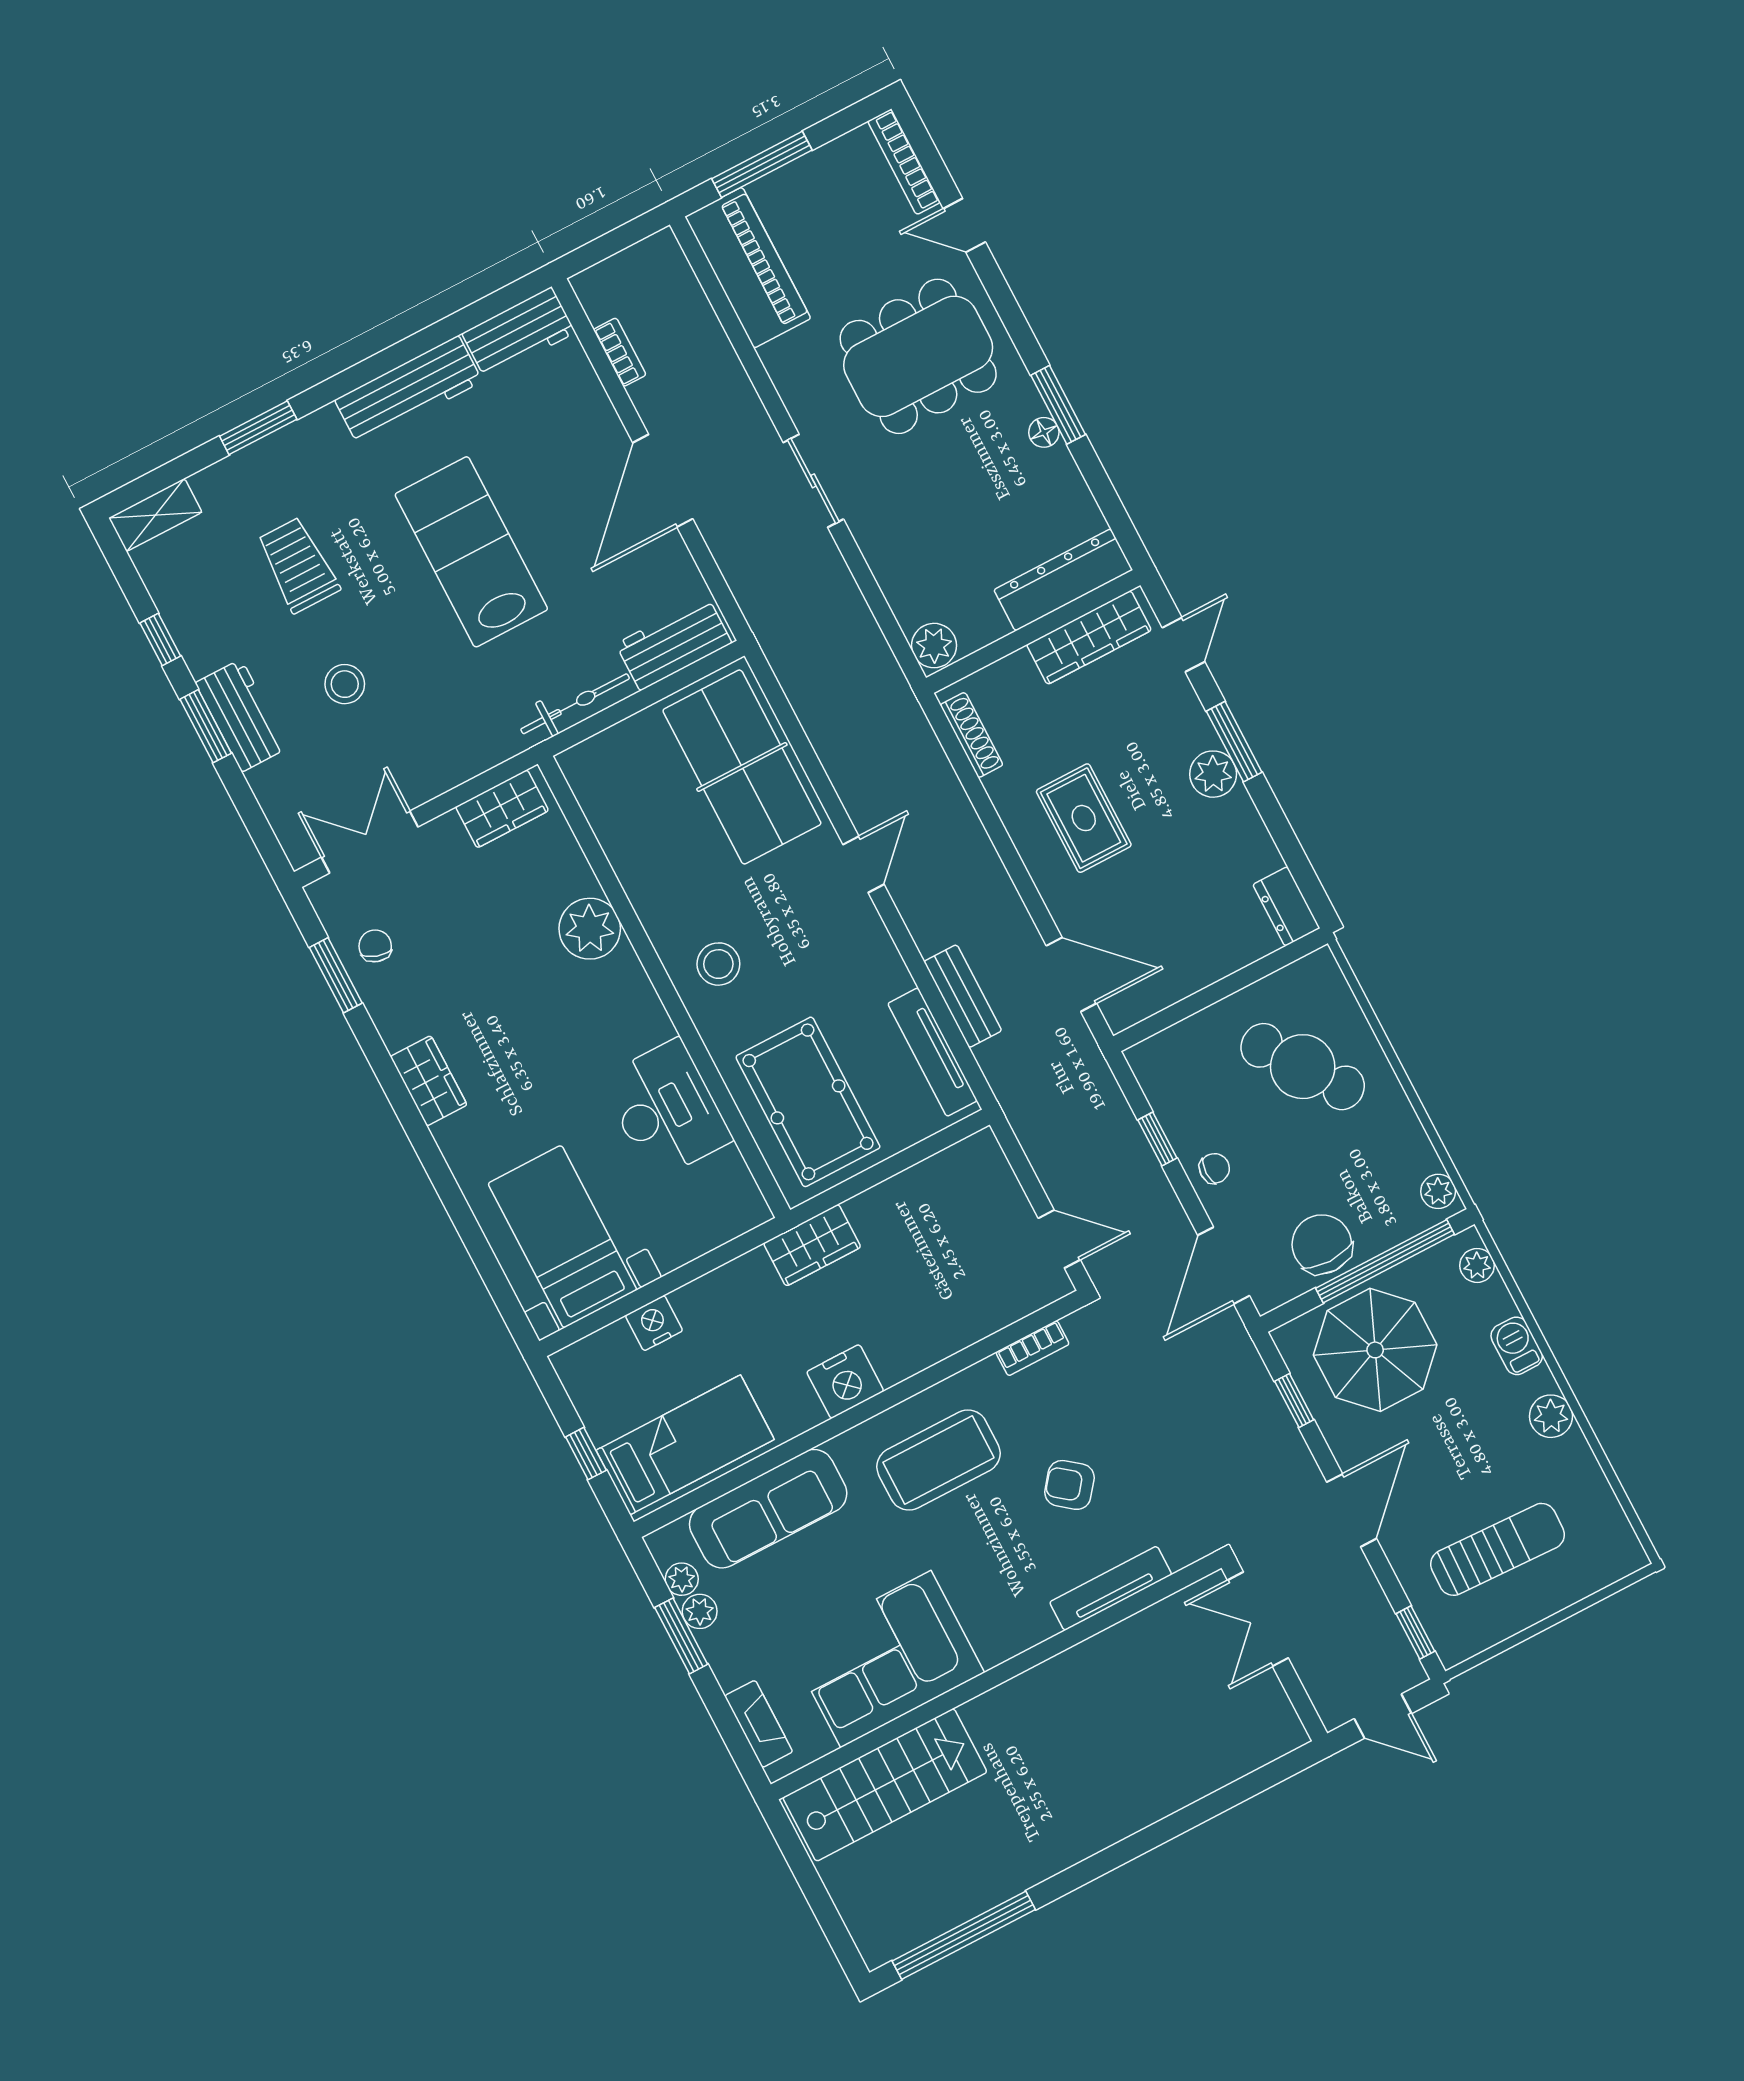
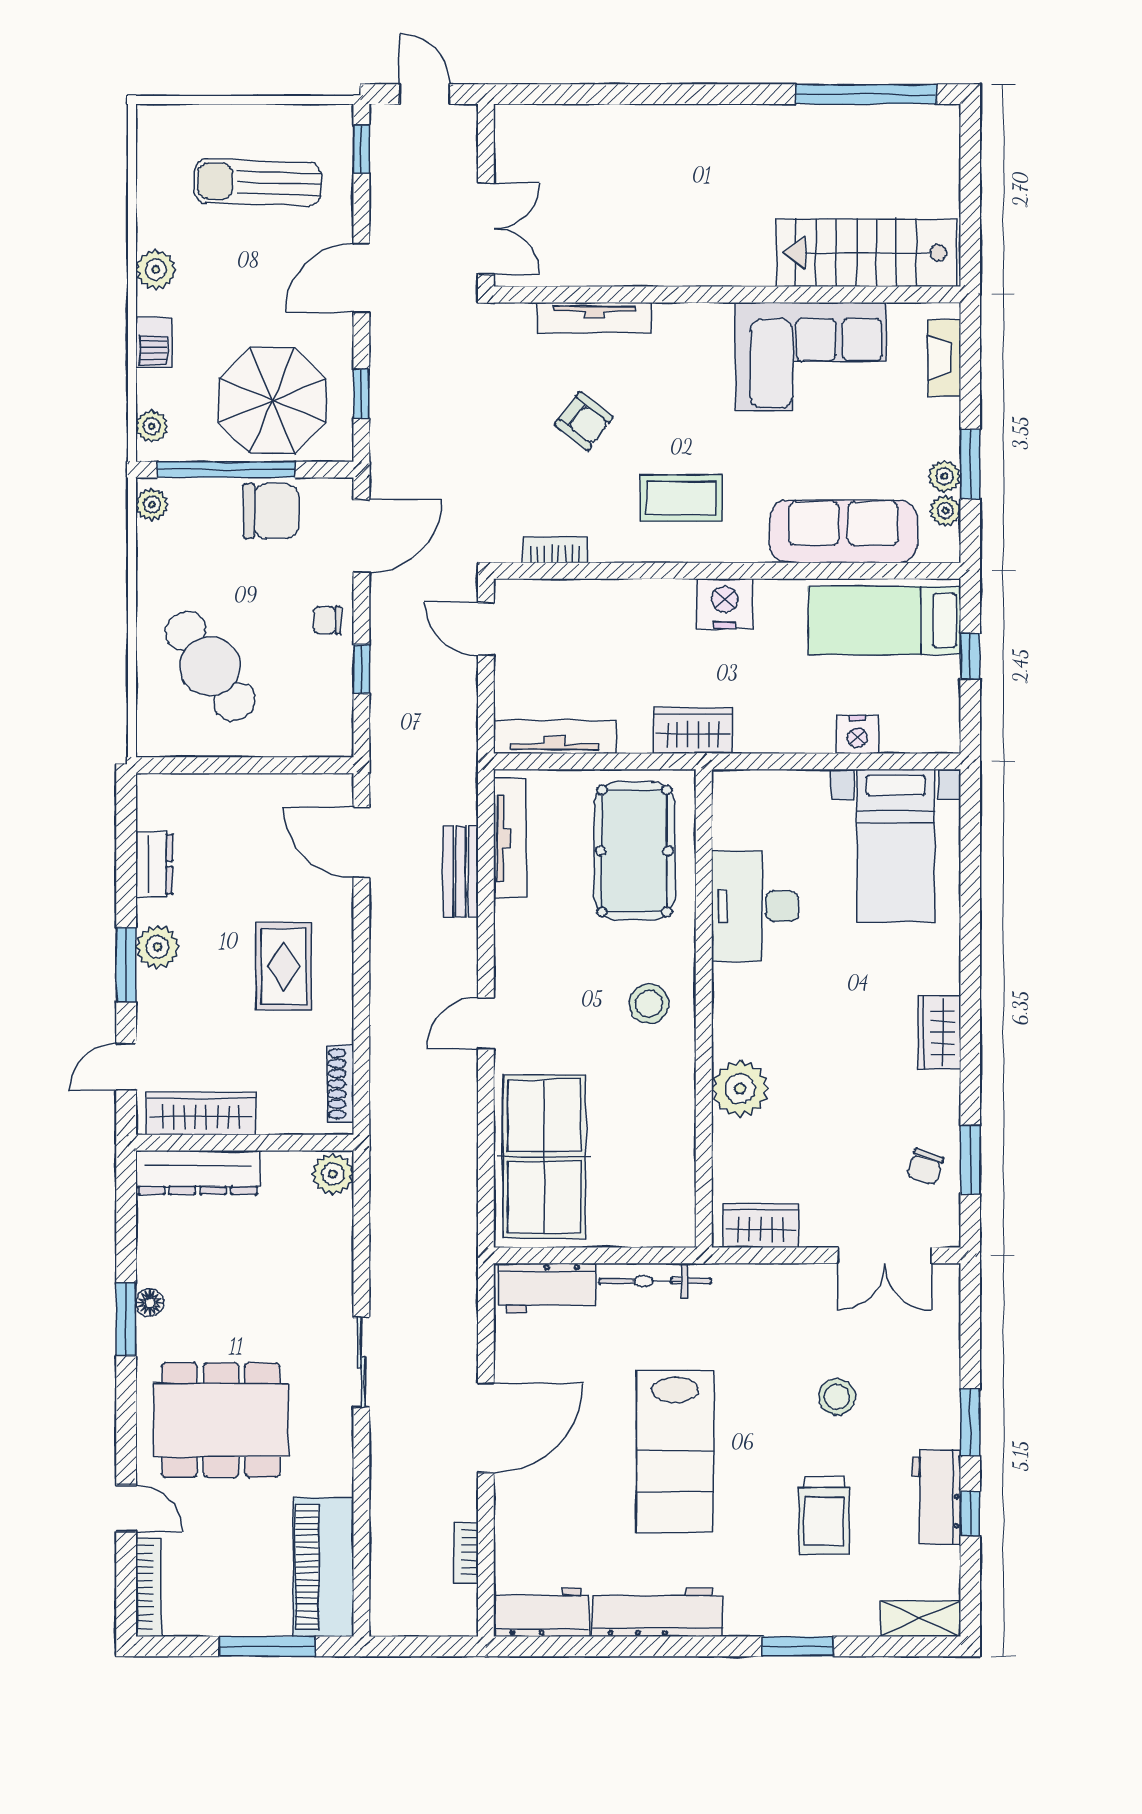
workbench: (241, 716) -> (936, 1497), moved
dresser: (1286, 906) -> (154, 864), moved
tv unit: (940, 1171) -> (555, 737), added
chair: (1322, 1244) -> (271, 511), turned -90
coffee table: (938, 1460) -> (681, 498), width x0.73, depth x0.76

